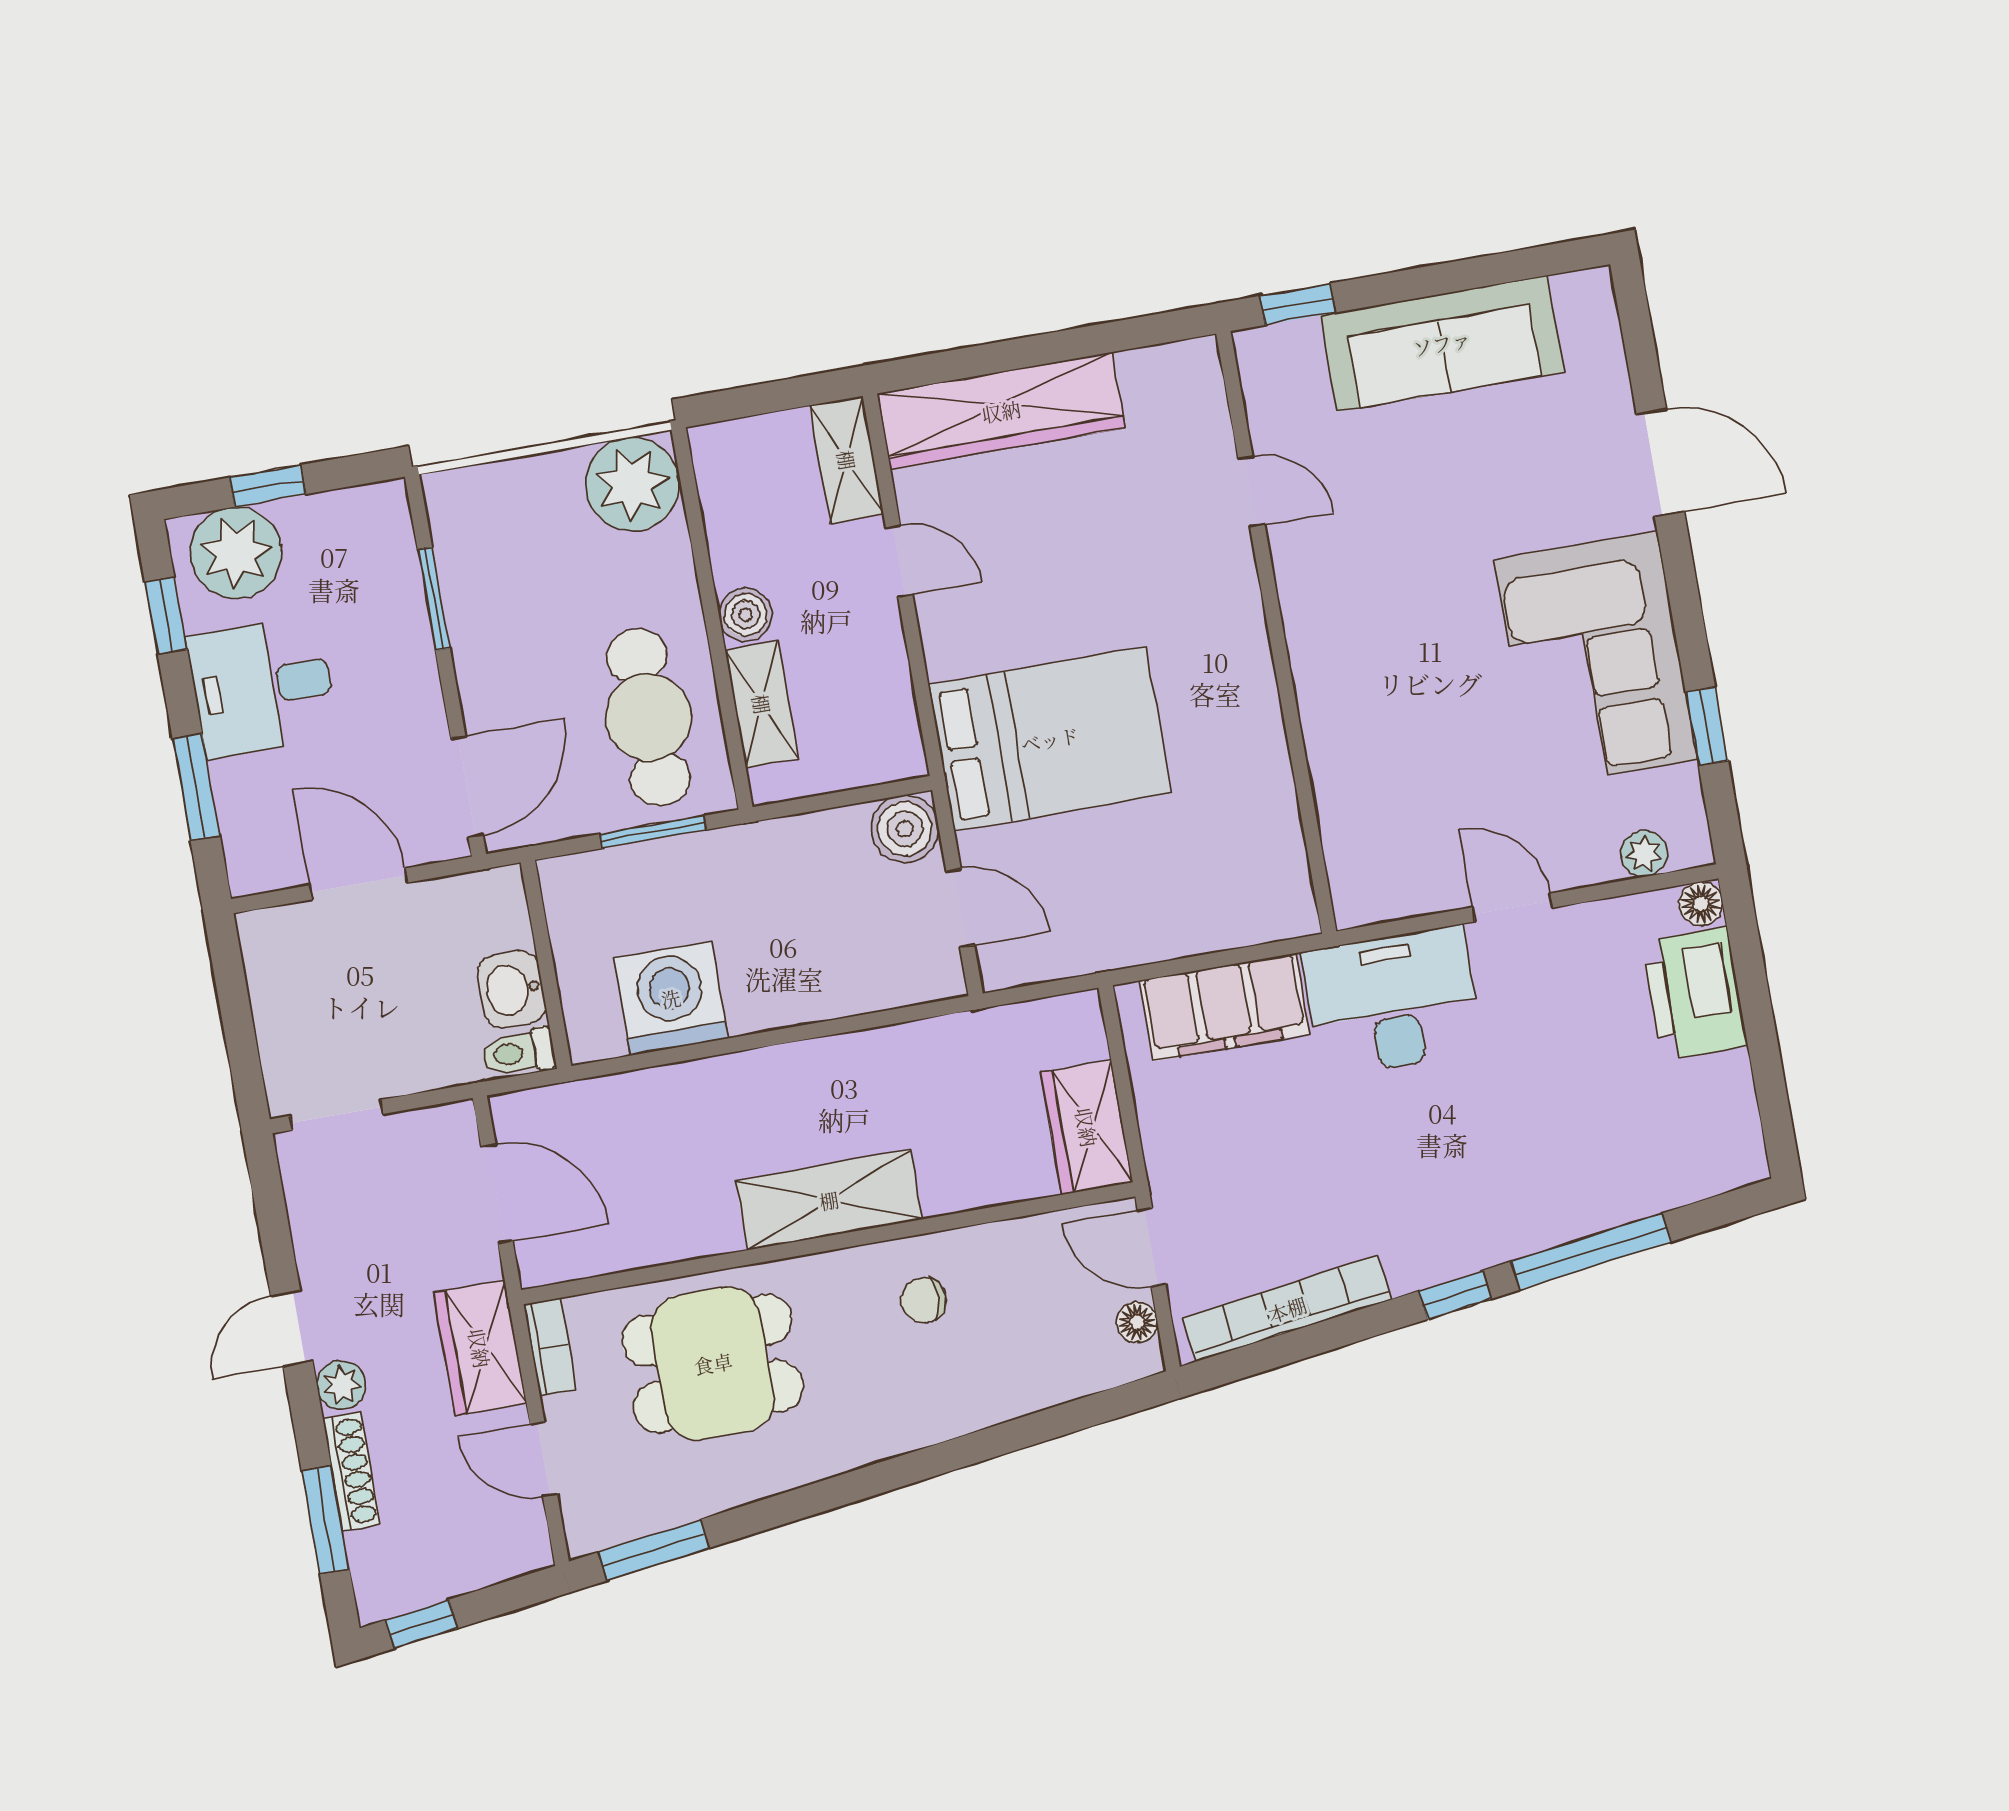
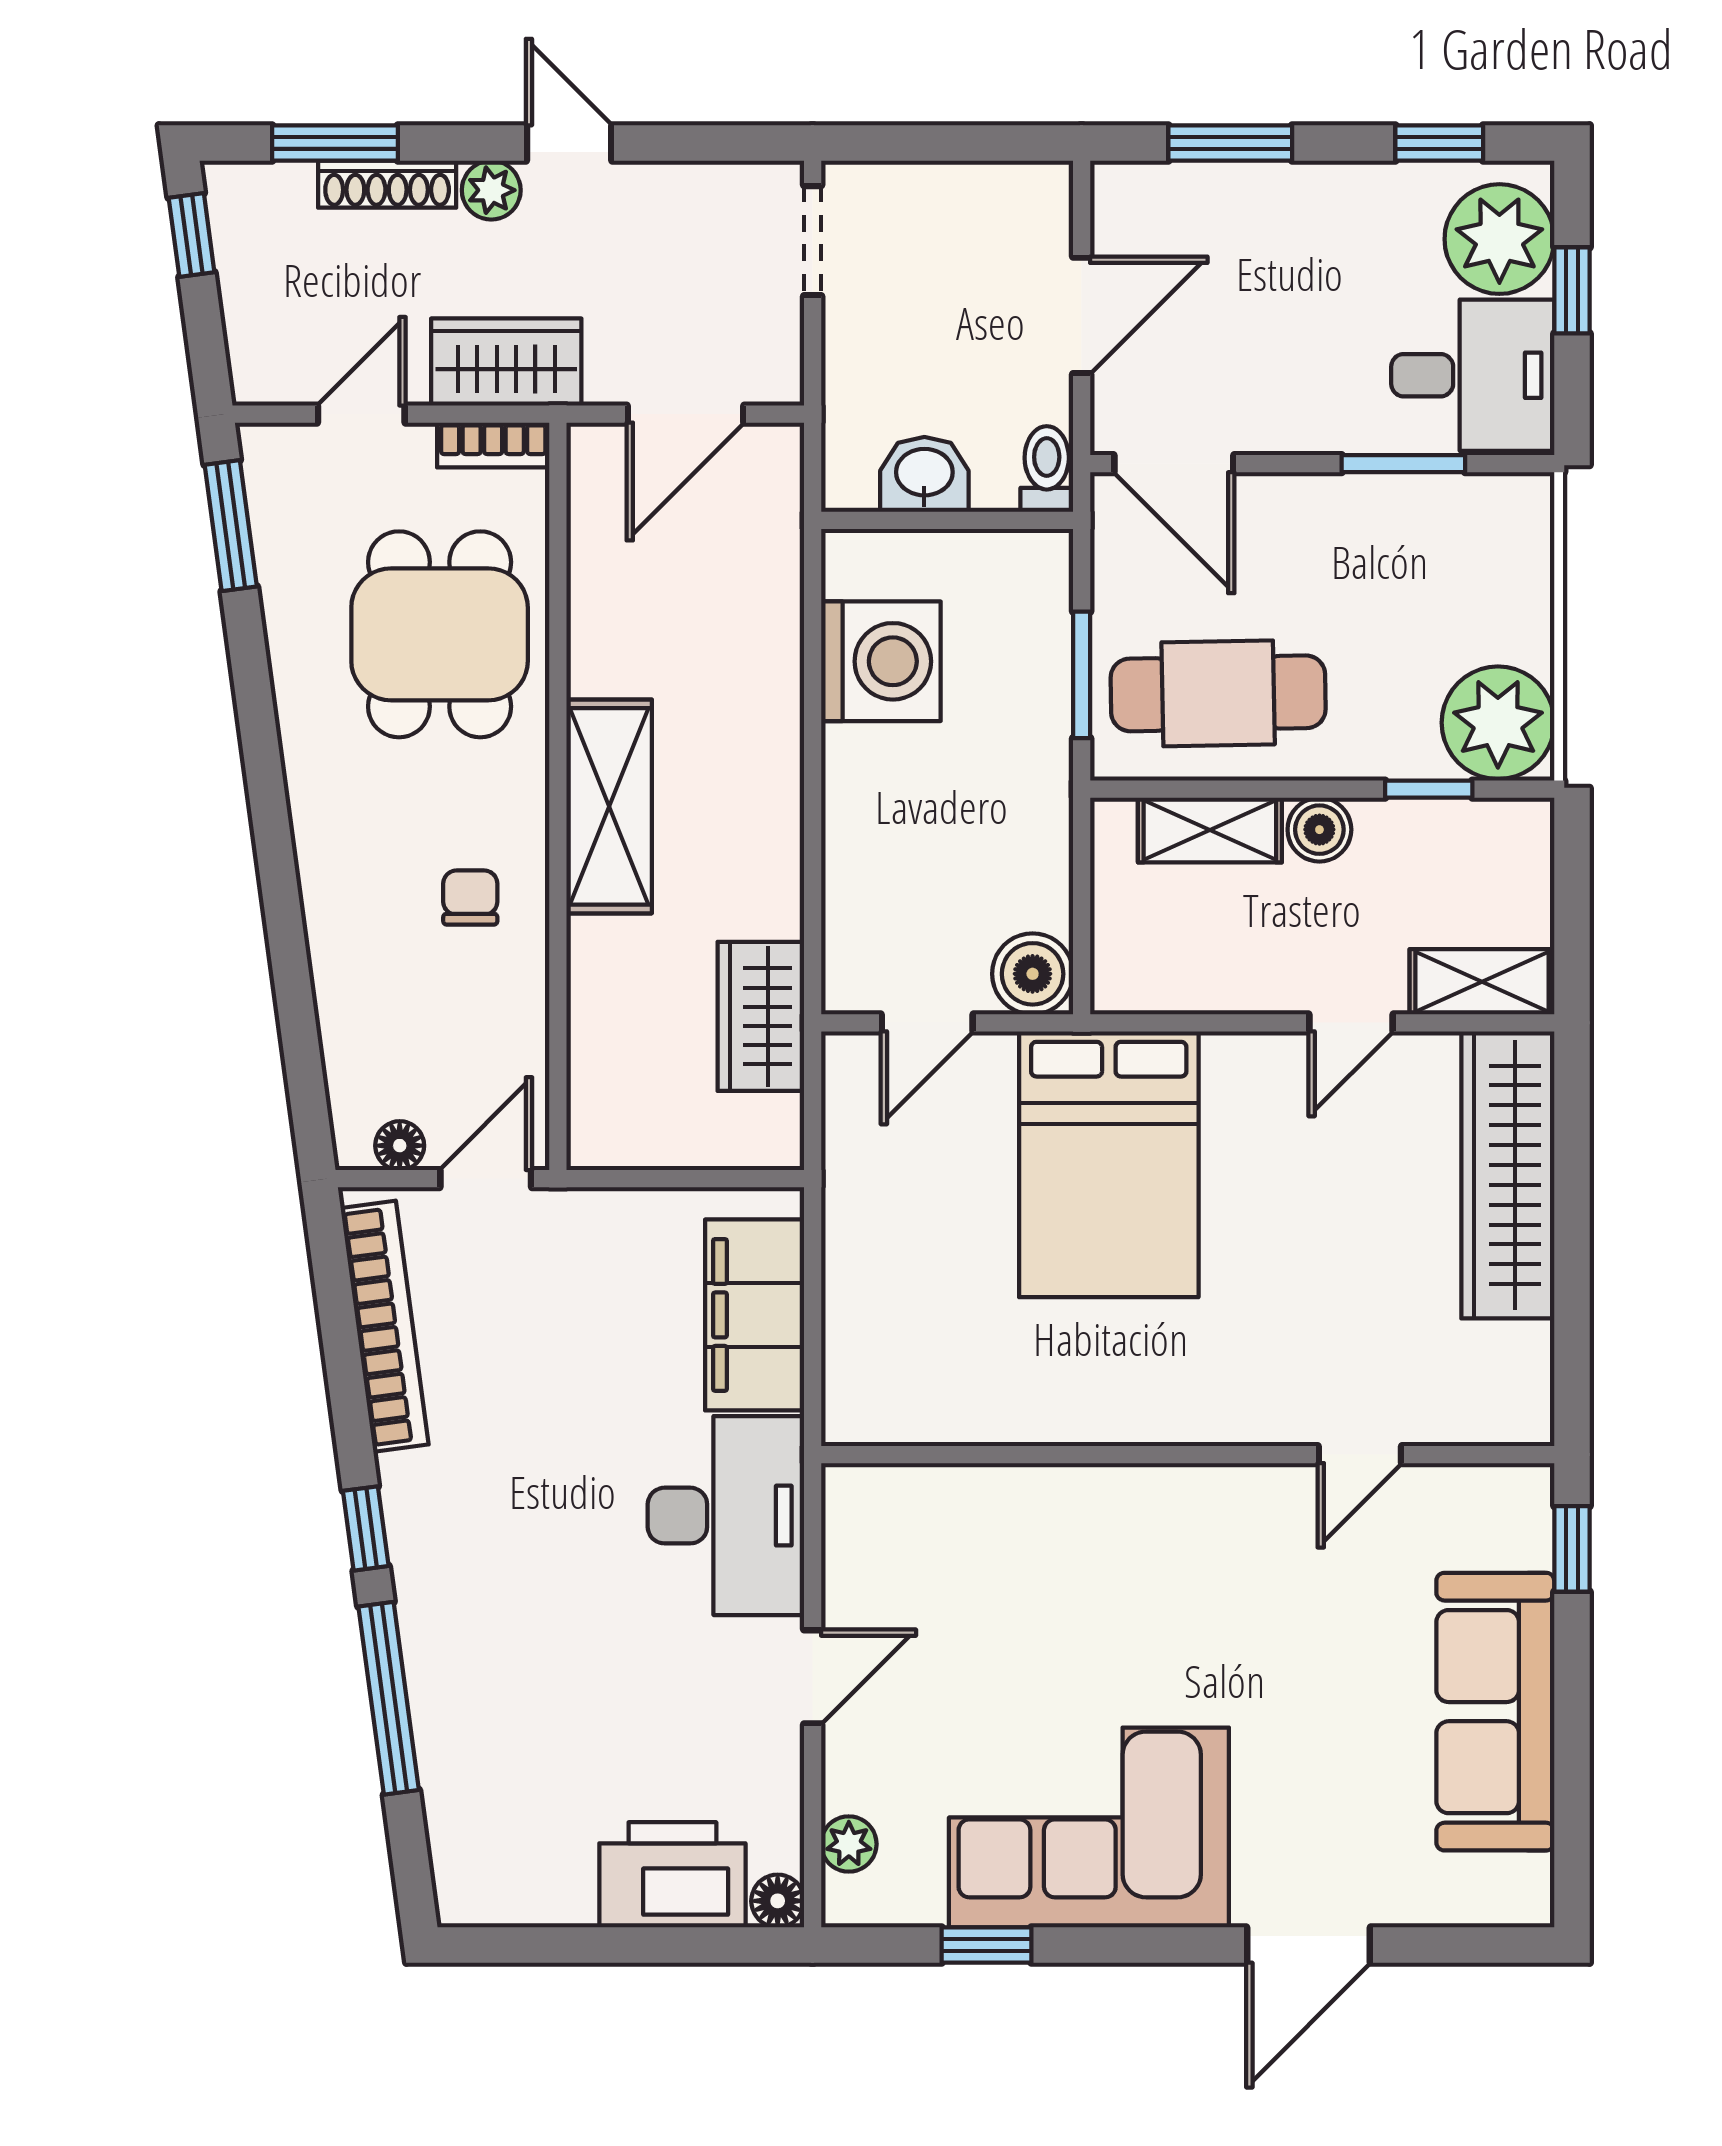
window: (697, 531) -> (1429, 789), added
desk: (262, 687) -> (1473, 375), moved, turned 90
toilet: (518, 1053) -> (1047, 469), moved
wardrobe: (1087, 1127) -> (761, 1016), moved, turned -90

